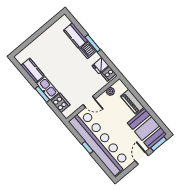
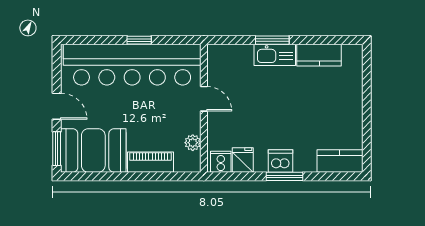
kitchen counter: (76, 36) -> (340, 161), moved
door: (89, 102) -> (204, 99), swing flipped
cooker: (60, 103) -> (237, 56), removed

